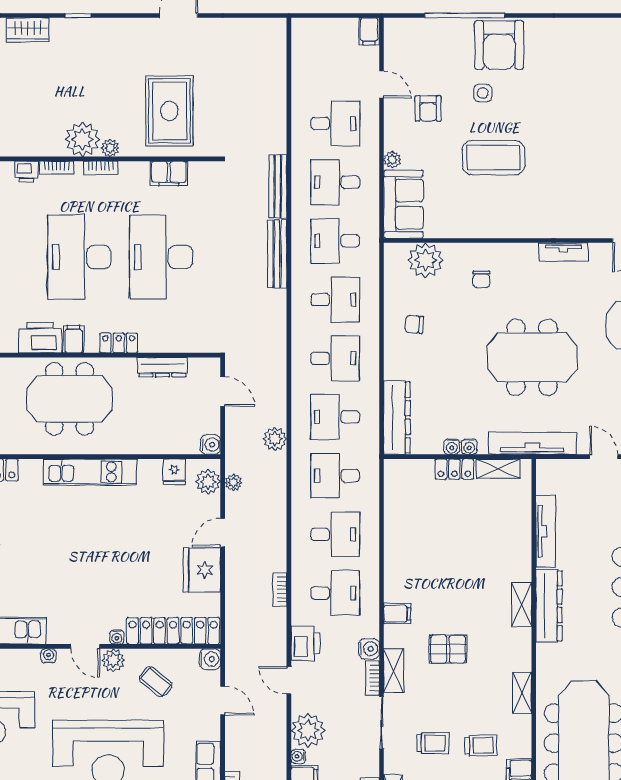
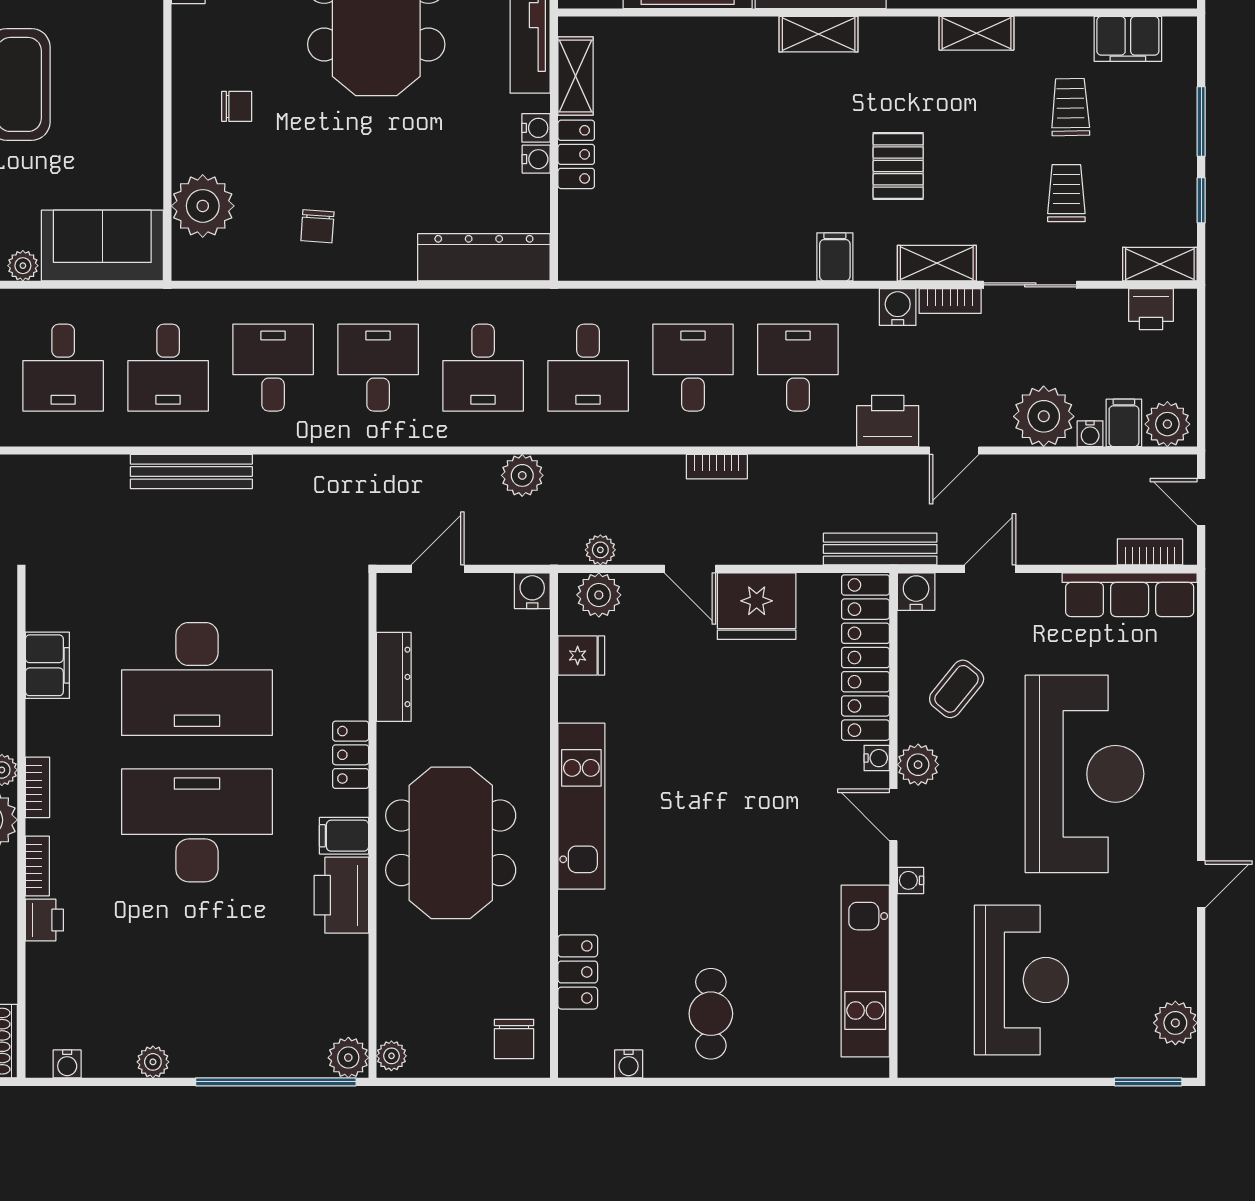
bench: (278, 186) -> (880, 549), moved
desk: (79, 257) -> (197, 825), turned 180
bookcase: (280, 590) -> (717, 467), moved
door: (85, 646) -> (893, 815), swing flipped

